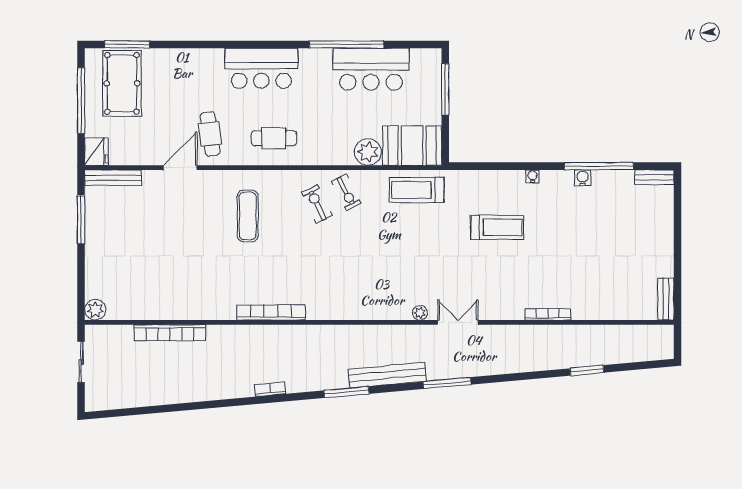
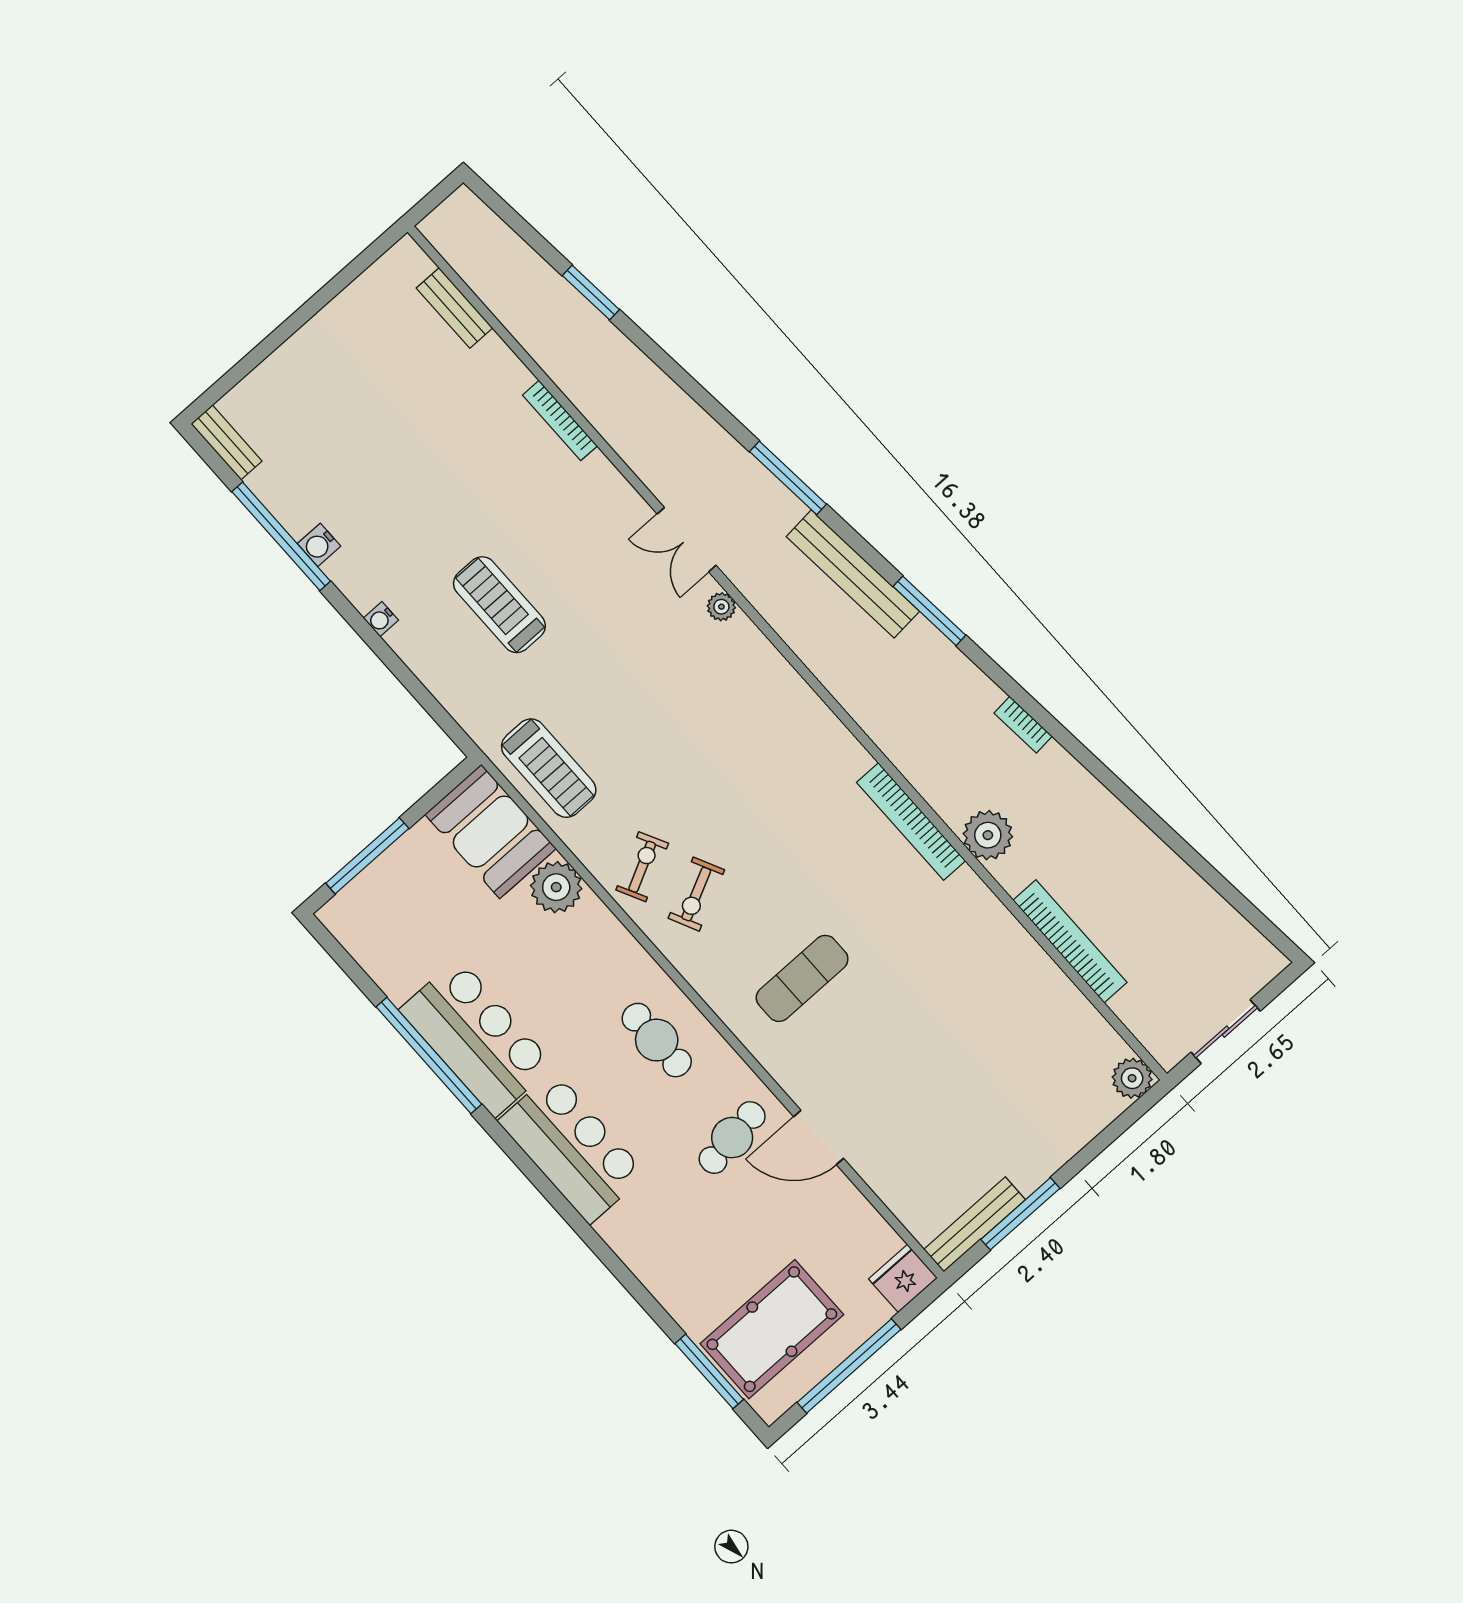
bar counter: (371, 69) -> (477, 1038), moved
bench: (113, 178) -> (975, 1224), moved, turned 90
bench: (666, 299) -> (455, 308), moved, turned 90
plant: (239, 337) -> (988, 835), added

